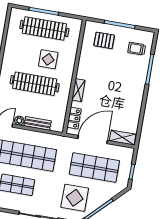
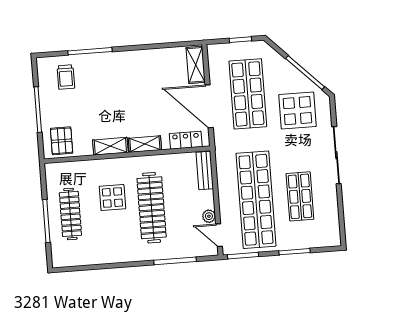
clothes rail: (44, 28) -> (70, 214), width x0.73, depth x0.76
pallet: (104, 40) -> (62, 141), moved
shelving: (83, 67) -> (110, 146), added
bench: (38, 123) -> (205, 170), moved

